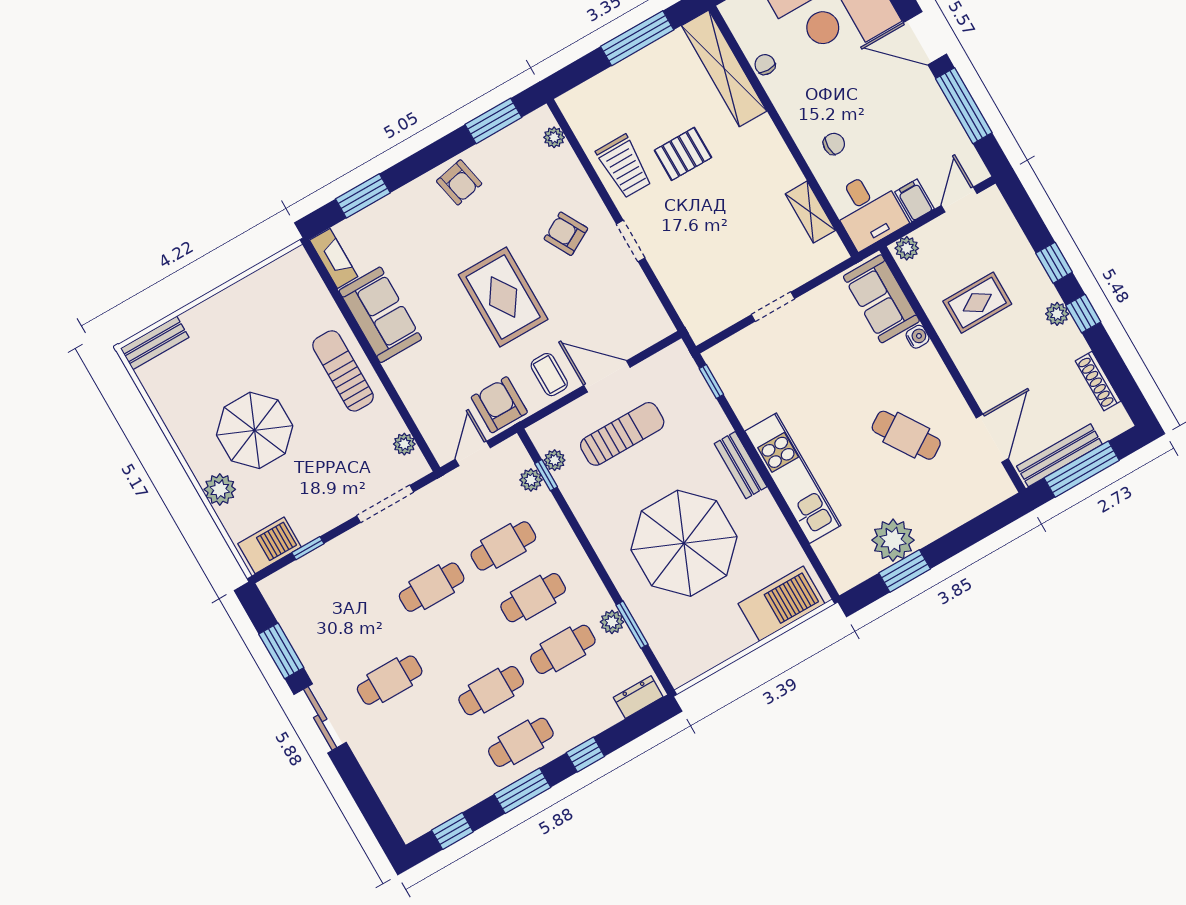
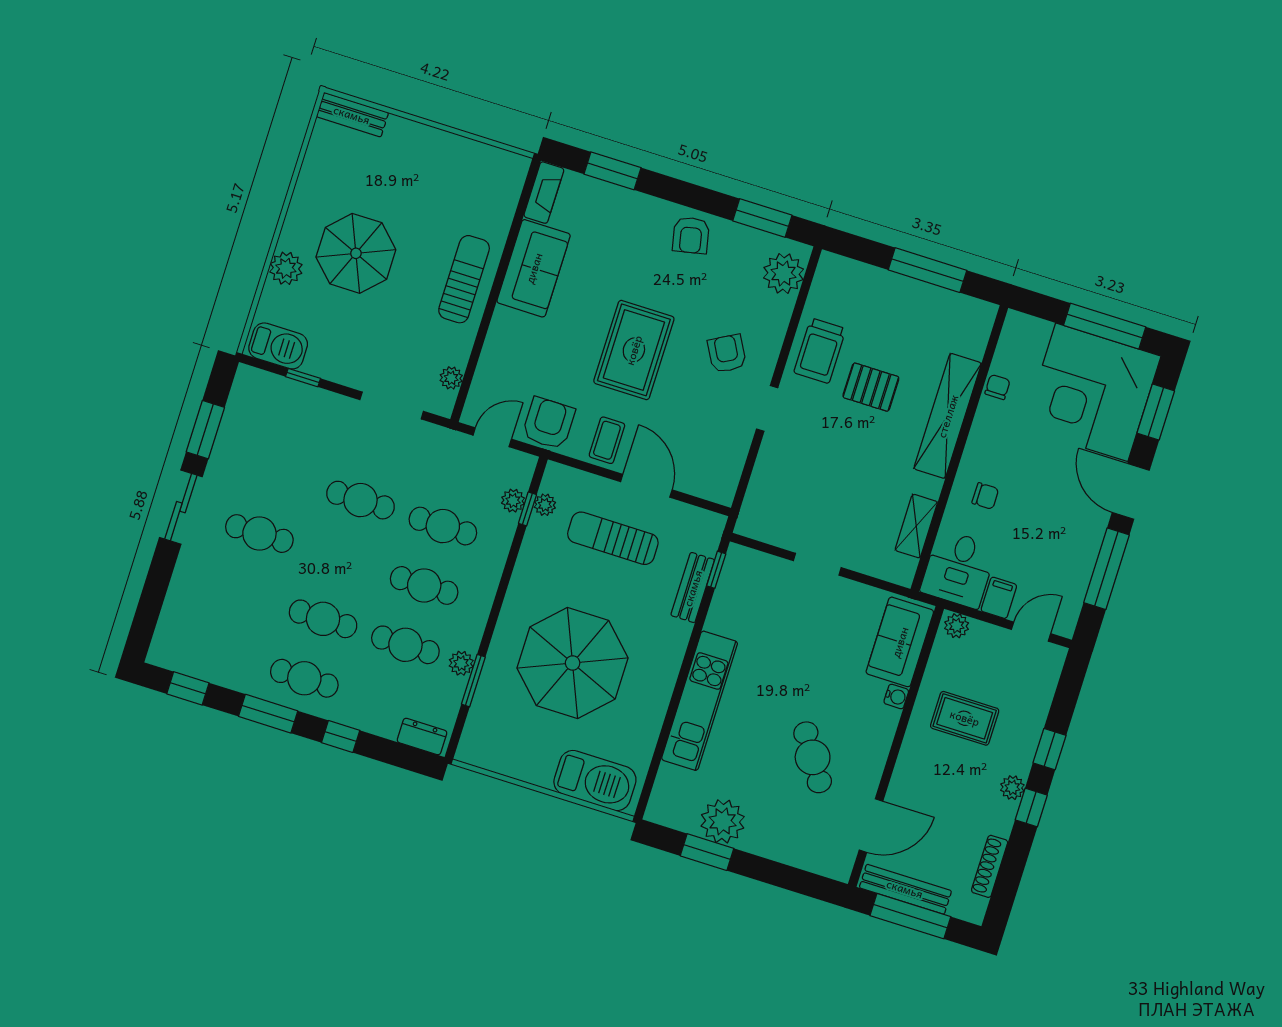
shelving: (724, 68) -> (948, 416), moved
plant: (554, 137) -> (783, 273), width x1.88, depth x1.88
sun lounger: (622, 434) -> (613, 538), turned 180
bench: (741, 465) -> (693, 588), moved

